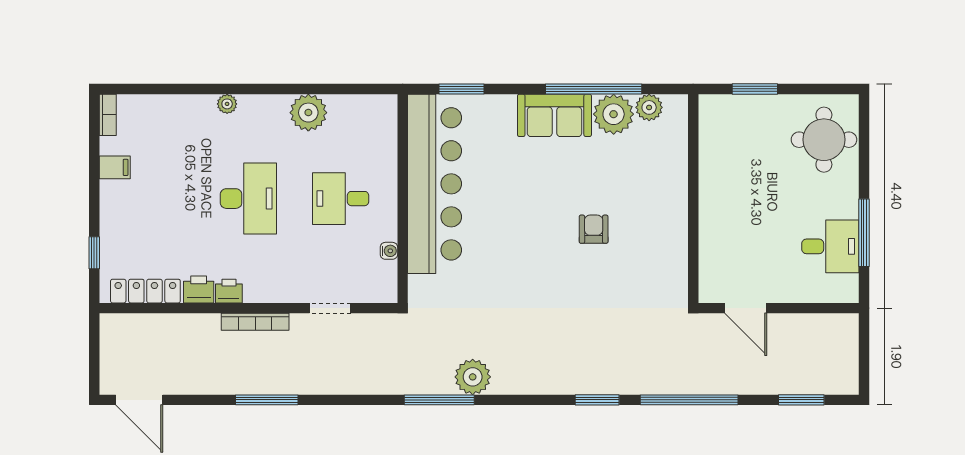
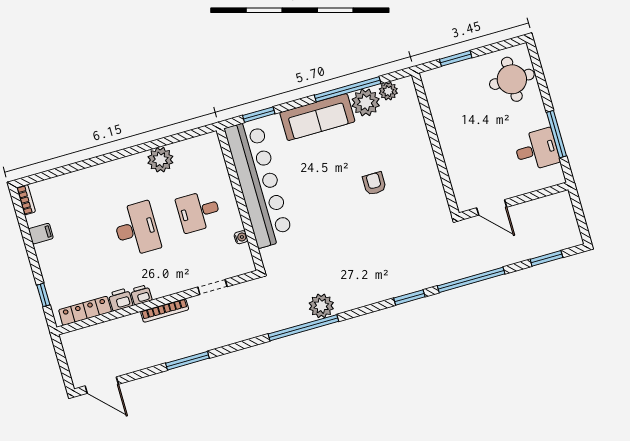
plant: (227, 104) -> (104, 169), removed
sofa: (554, 115) -> (317, 117), width x1.36
window: (439, 400) -> (303, 328), width x1.46

